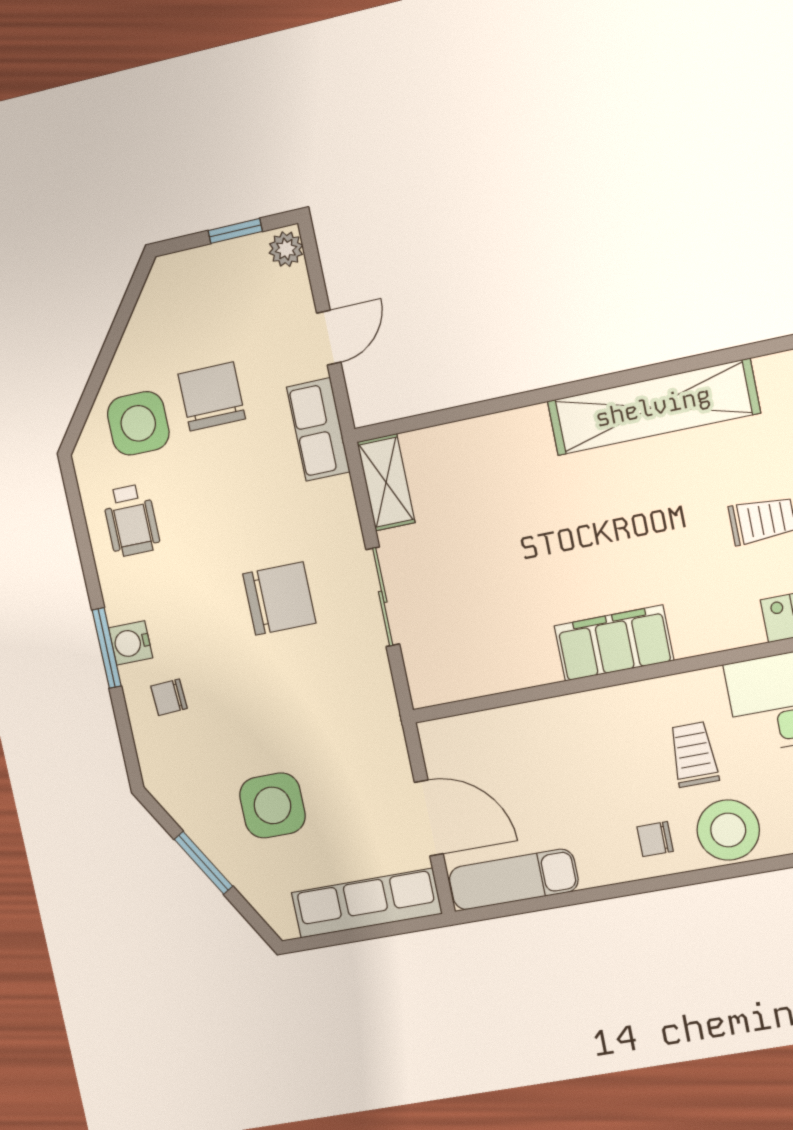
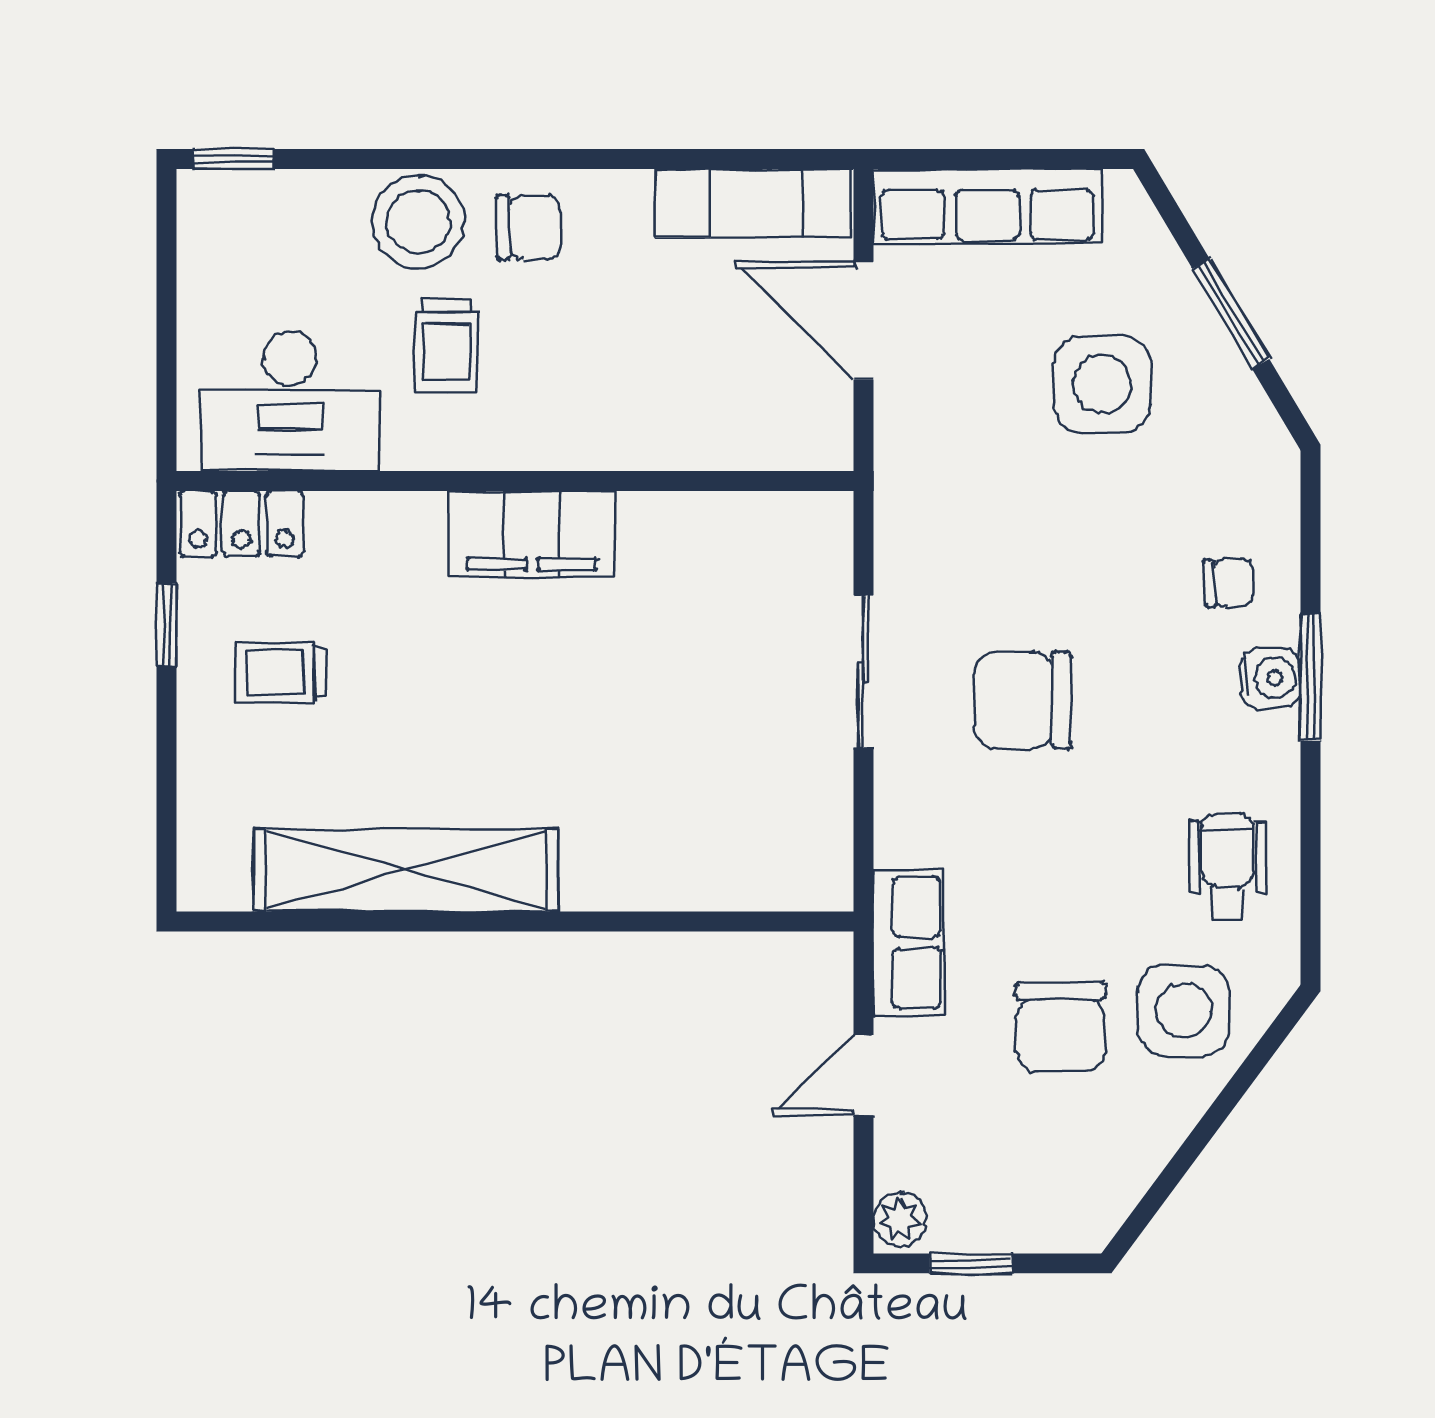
shelving: (386, 482) -> (822, 842), removed
chair: (655, 839) -> (529, 227), width x1.37, depth x1.37

